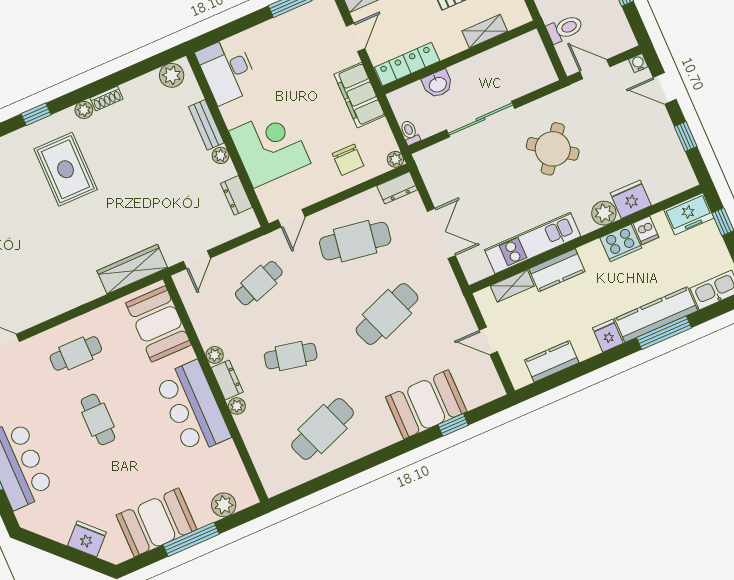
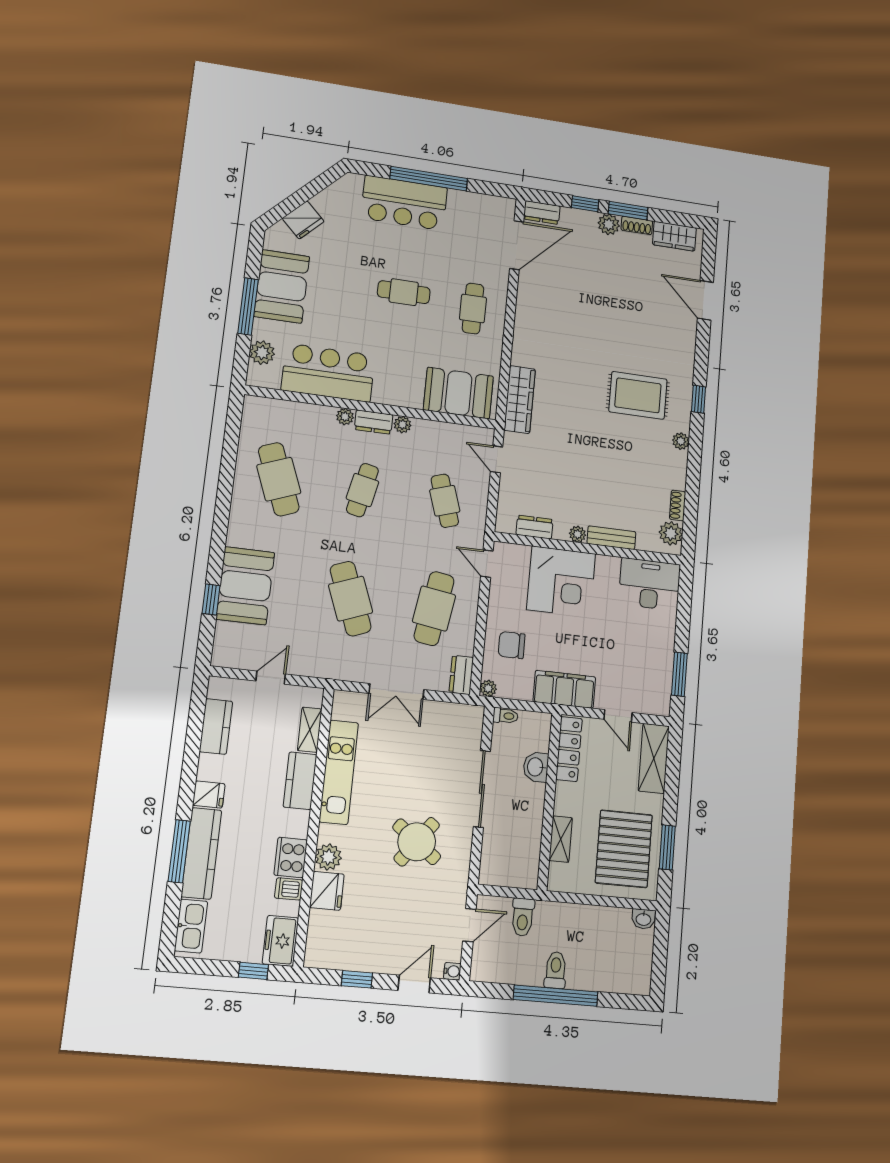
shoe rack: (107, 98) -> (678, 505), moved
bar counter: (193, 408) -> (328, 373), moved

